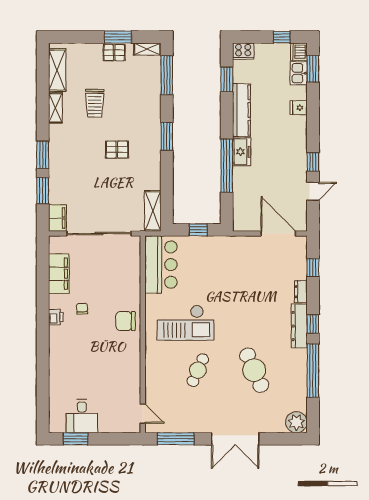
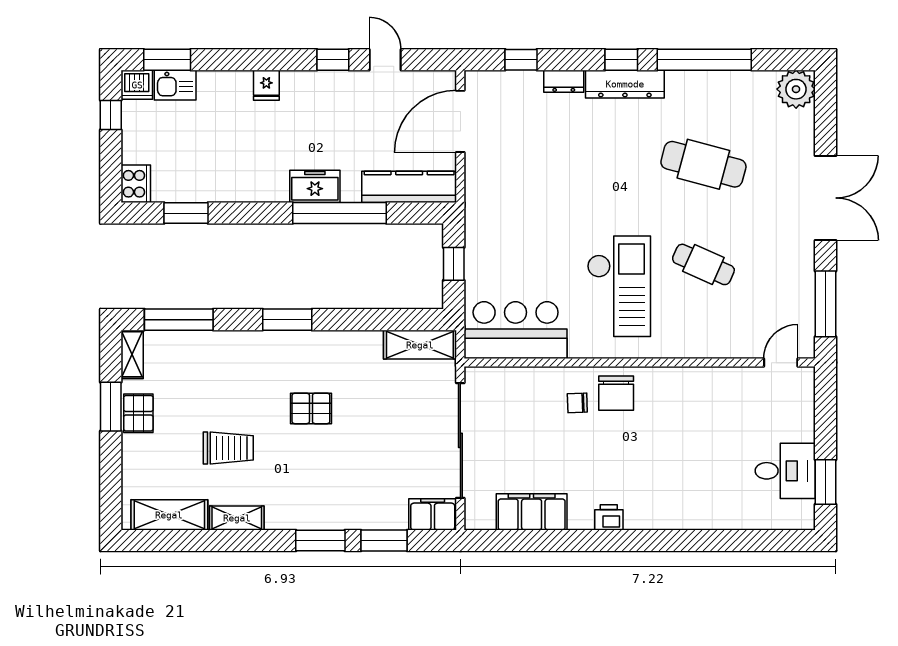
fridge: (299, 108) -> (266, 85), moved
kitchen counter: (241, 110) -> (409, 187), moved
pallet: (117, 150) -> (311, 408), turned 90
chair: (82, 309) -> (577, 403), moved
cafe table: (254, 370) -> (703, 164), turned 39

